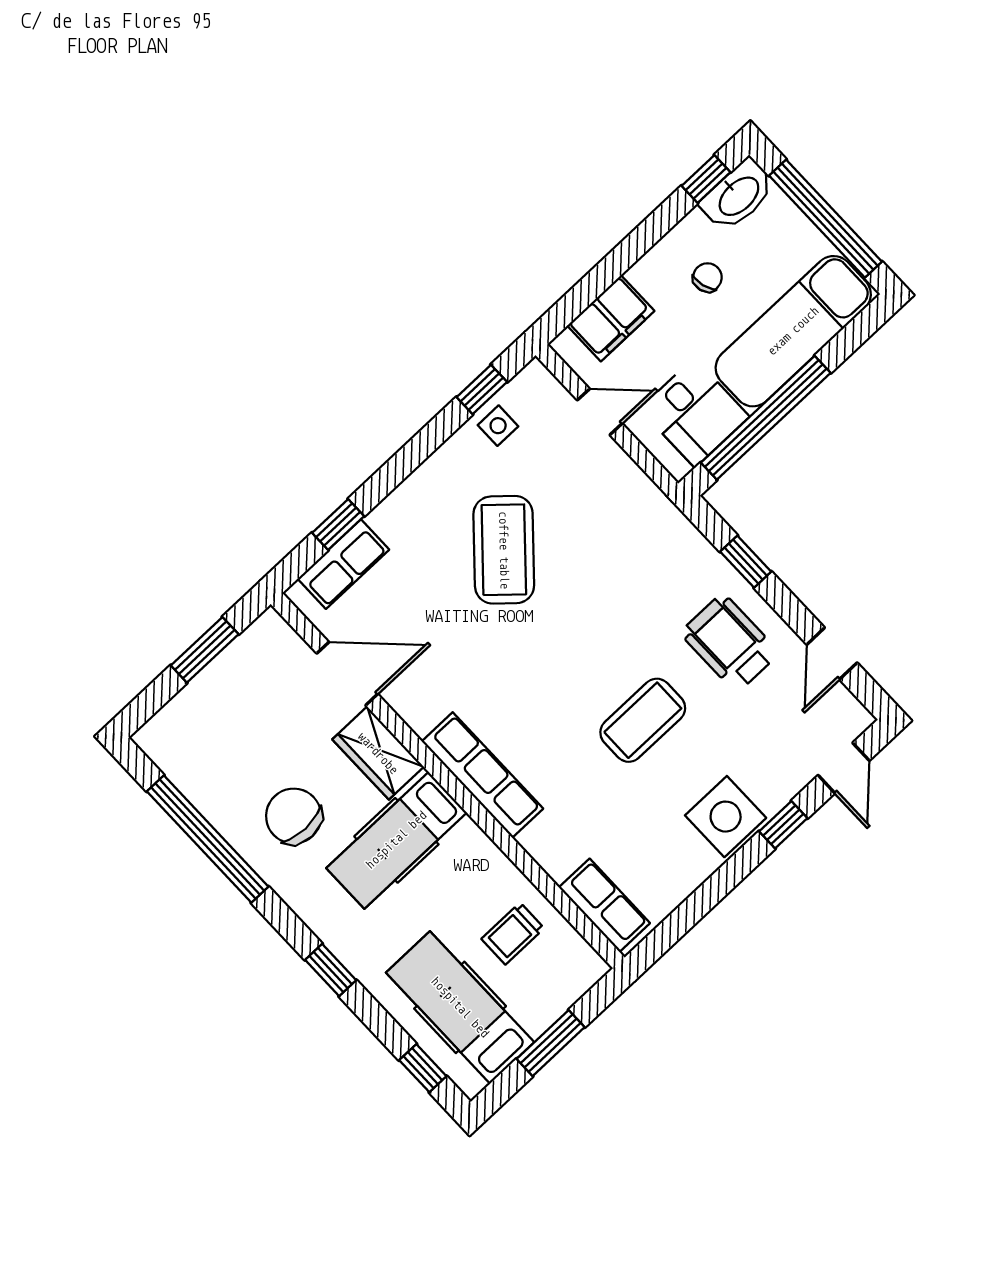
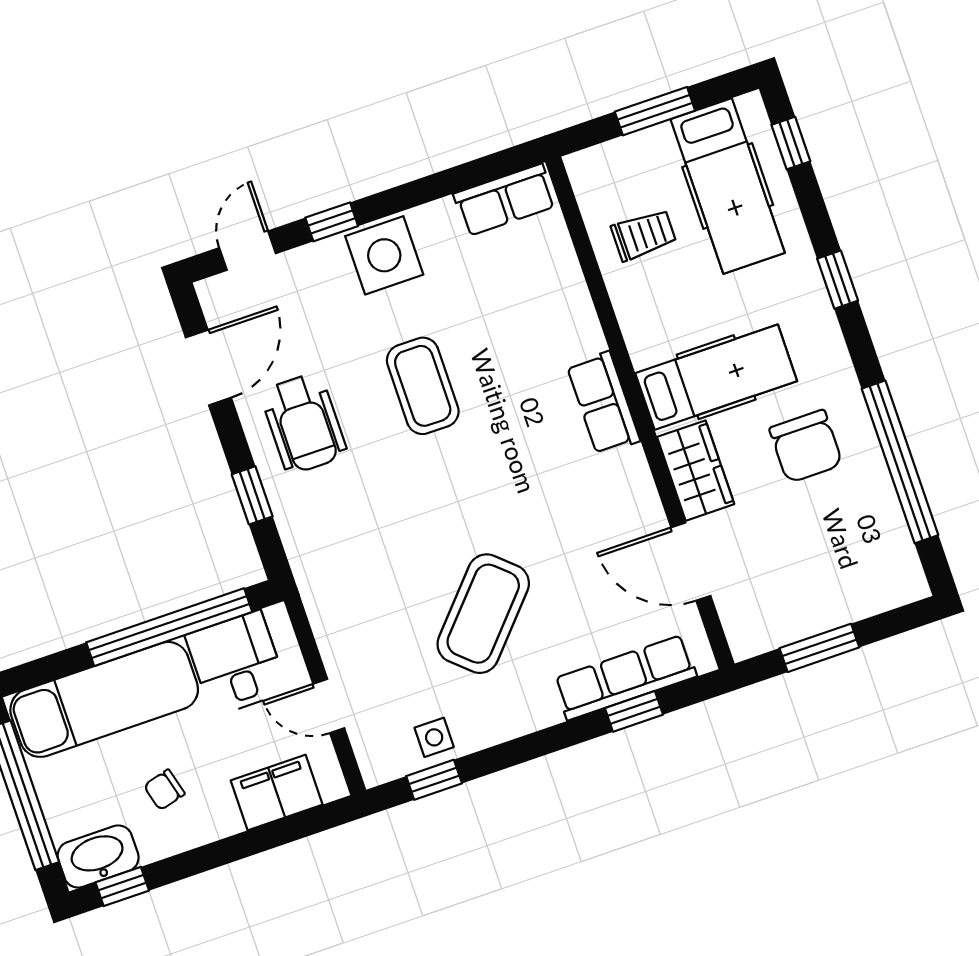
row of seats: (343, 564) -> (625, 678), width x1.48
door: (832, 654) -> (208, 368), width x1.38
coffee table: (643, 720) -> (423, 386), turned 90
row of seats: (482, 775) -> (603, 403), width x0.68
row of seats: (604, 905) -> (505, 200), moved, turned -90

